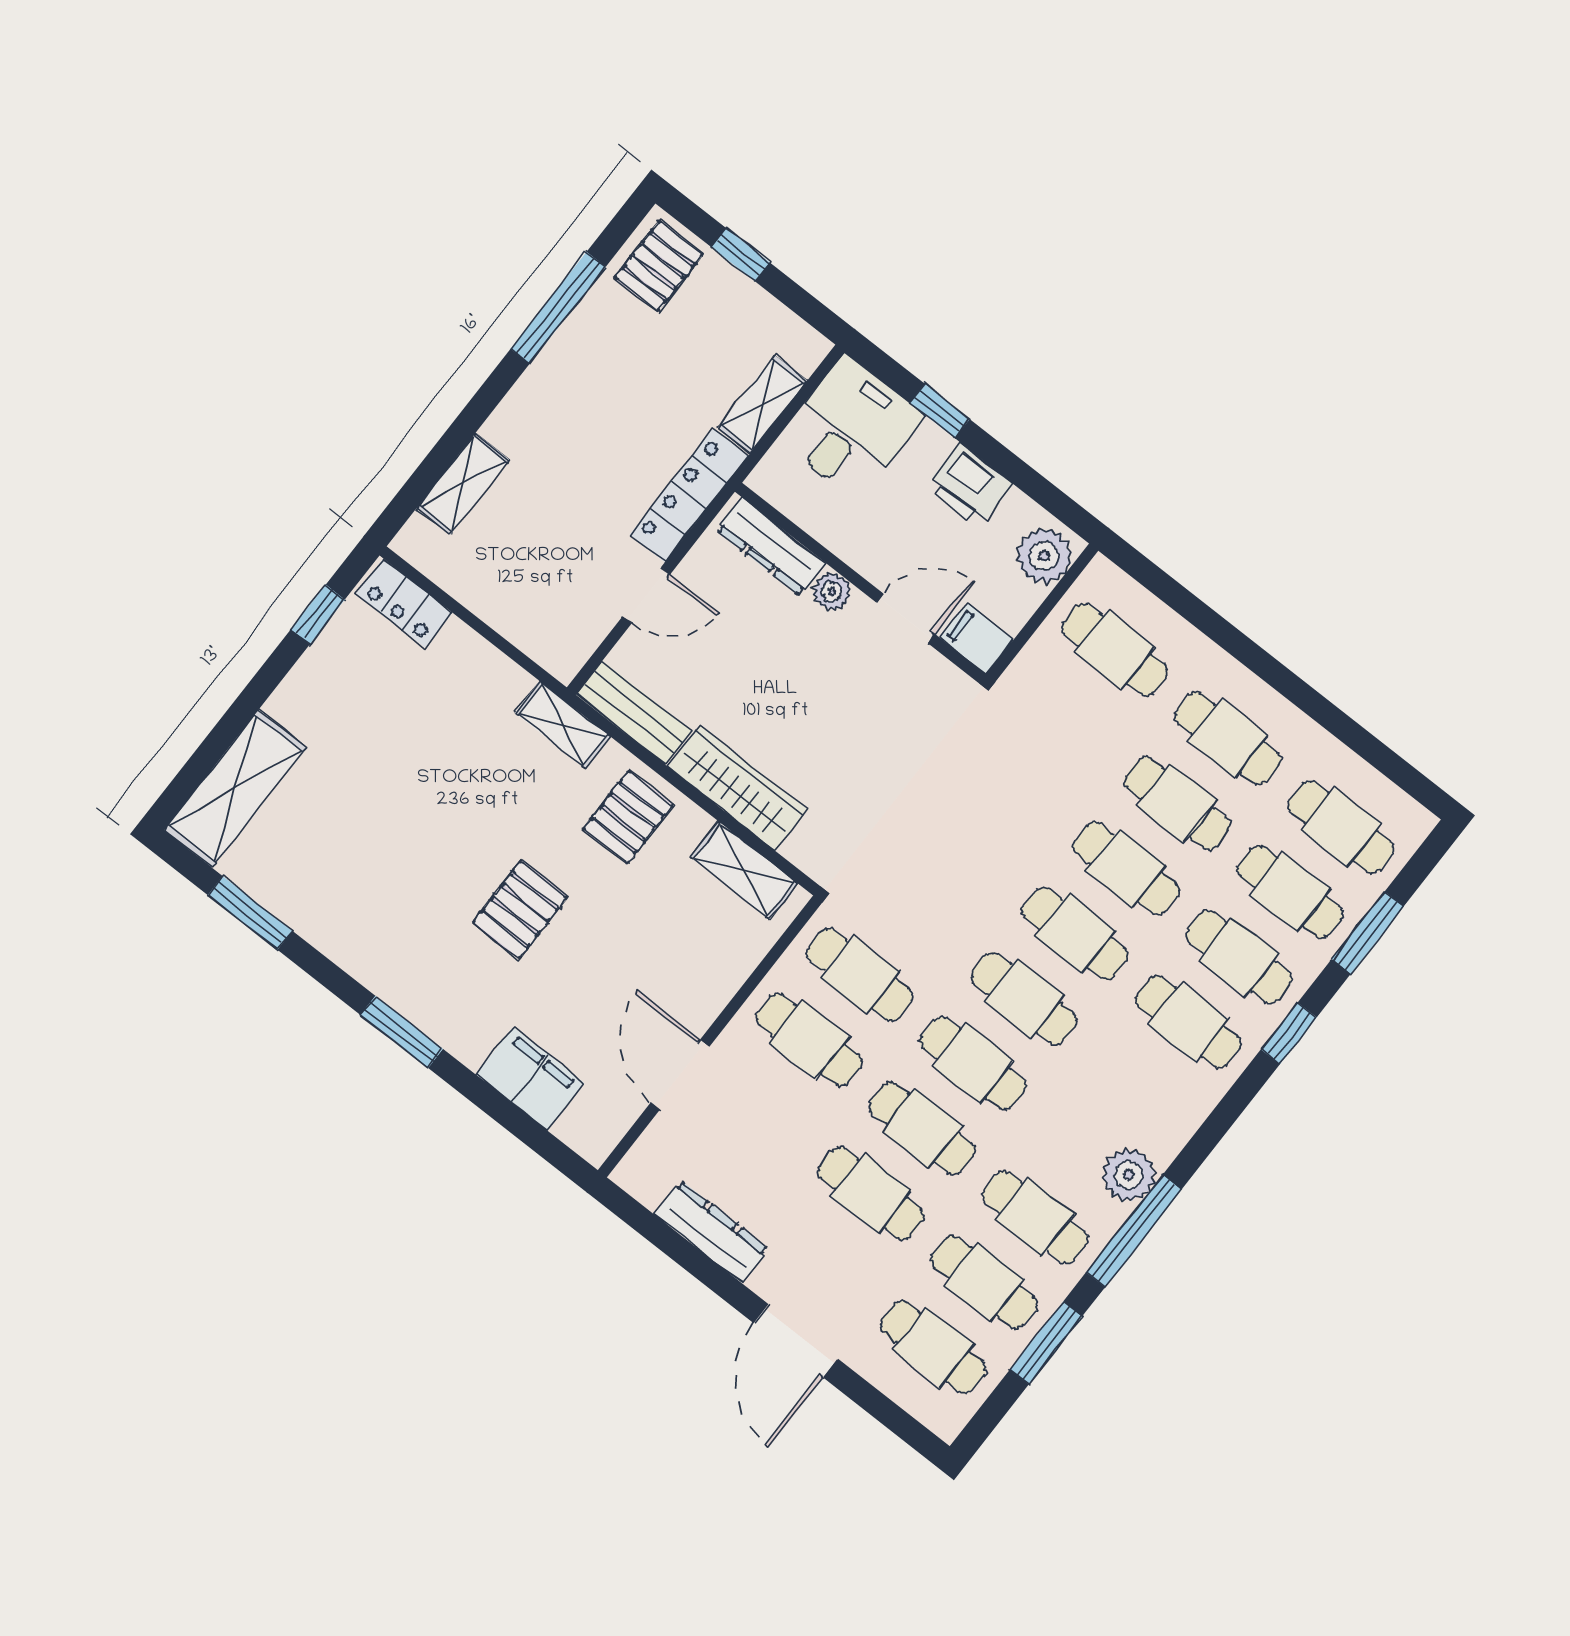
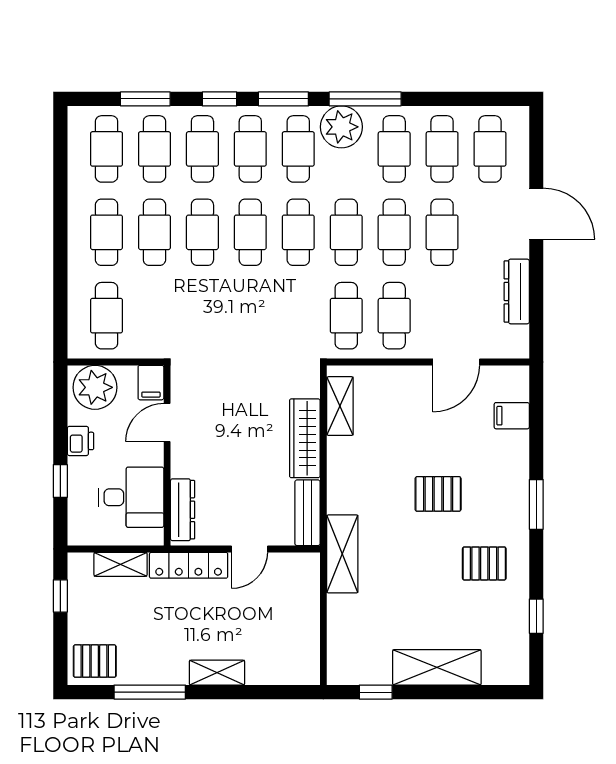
window: (741, 255) -> (60, 596), moved
desk: (851, 428) -> (131, 497), moved, turned 180
shelving: (463, 484) -> (217, 673), moved
printer: (969, 485) -> (80, 441), width x0.73, depth x0.81
plant: (1044, 556) -> (95, 387), width x1.36, depth x1.36
plant: (832, 592) -> (181, 466), removed
door: (646, 595) -> (249, 549), swing flipped
locker: (404, 603) -> (340, 657), removed
door: (905, 618) -> (167, 422), hinge flipped
shelving: (563, 725) -> (342, 554), width x1.50, depth x1.33
shelving: (235, 789) -> (437, 667), moved
pallet: (628, 817) -> (484, 563), moved
window: (250, 913) -> (536, 616), width x0.67
filing cabinet: (530, 1079) -> (512, 416), width x0.50
cafe table: (1137, 1087) -> (298, 149), added
plant: (1129, 1175) -> (341, 127), width x1.36, depth x1.36
door: (796, 1341) -> (536, 214), hinge flipped
window: (1046, 1343) -> (283, 99), moved

